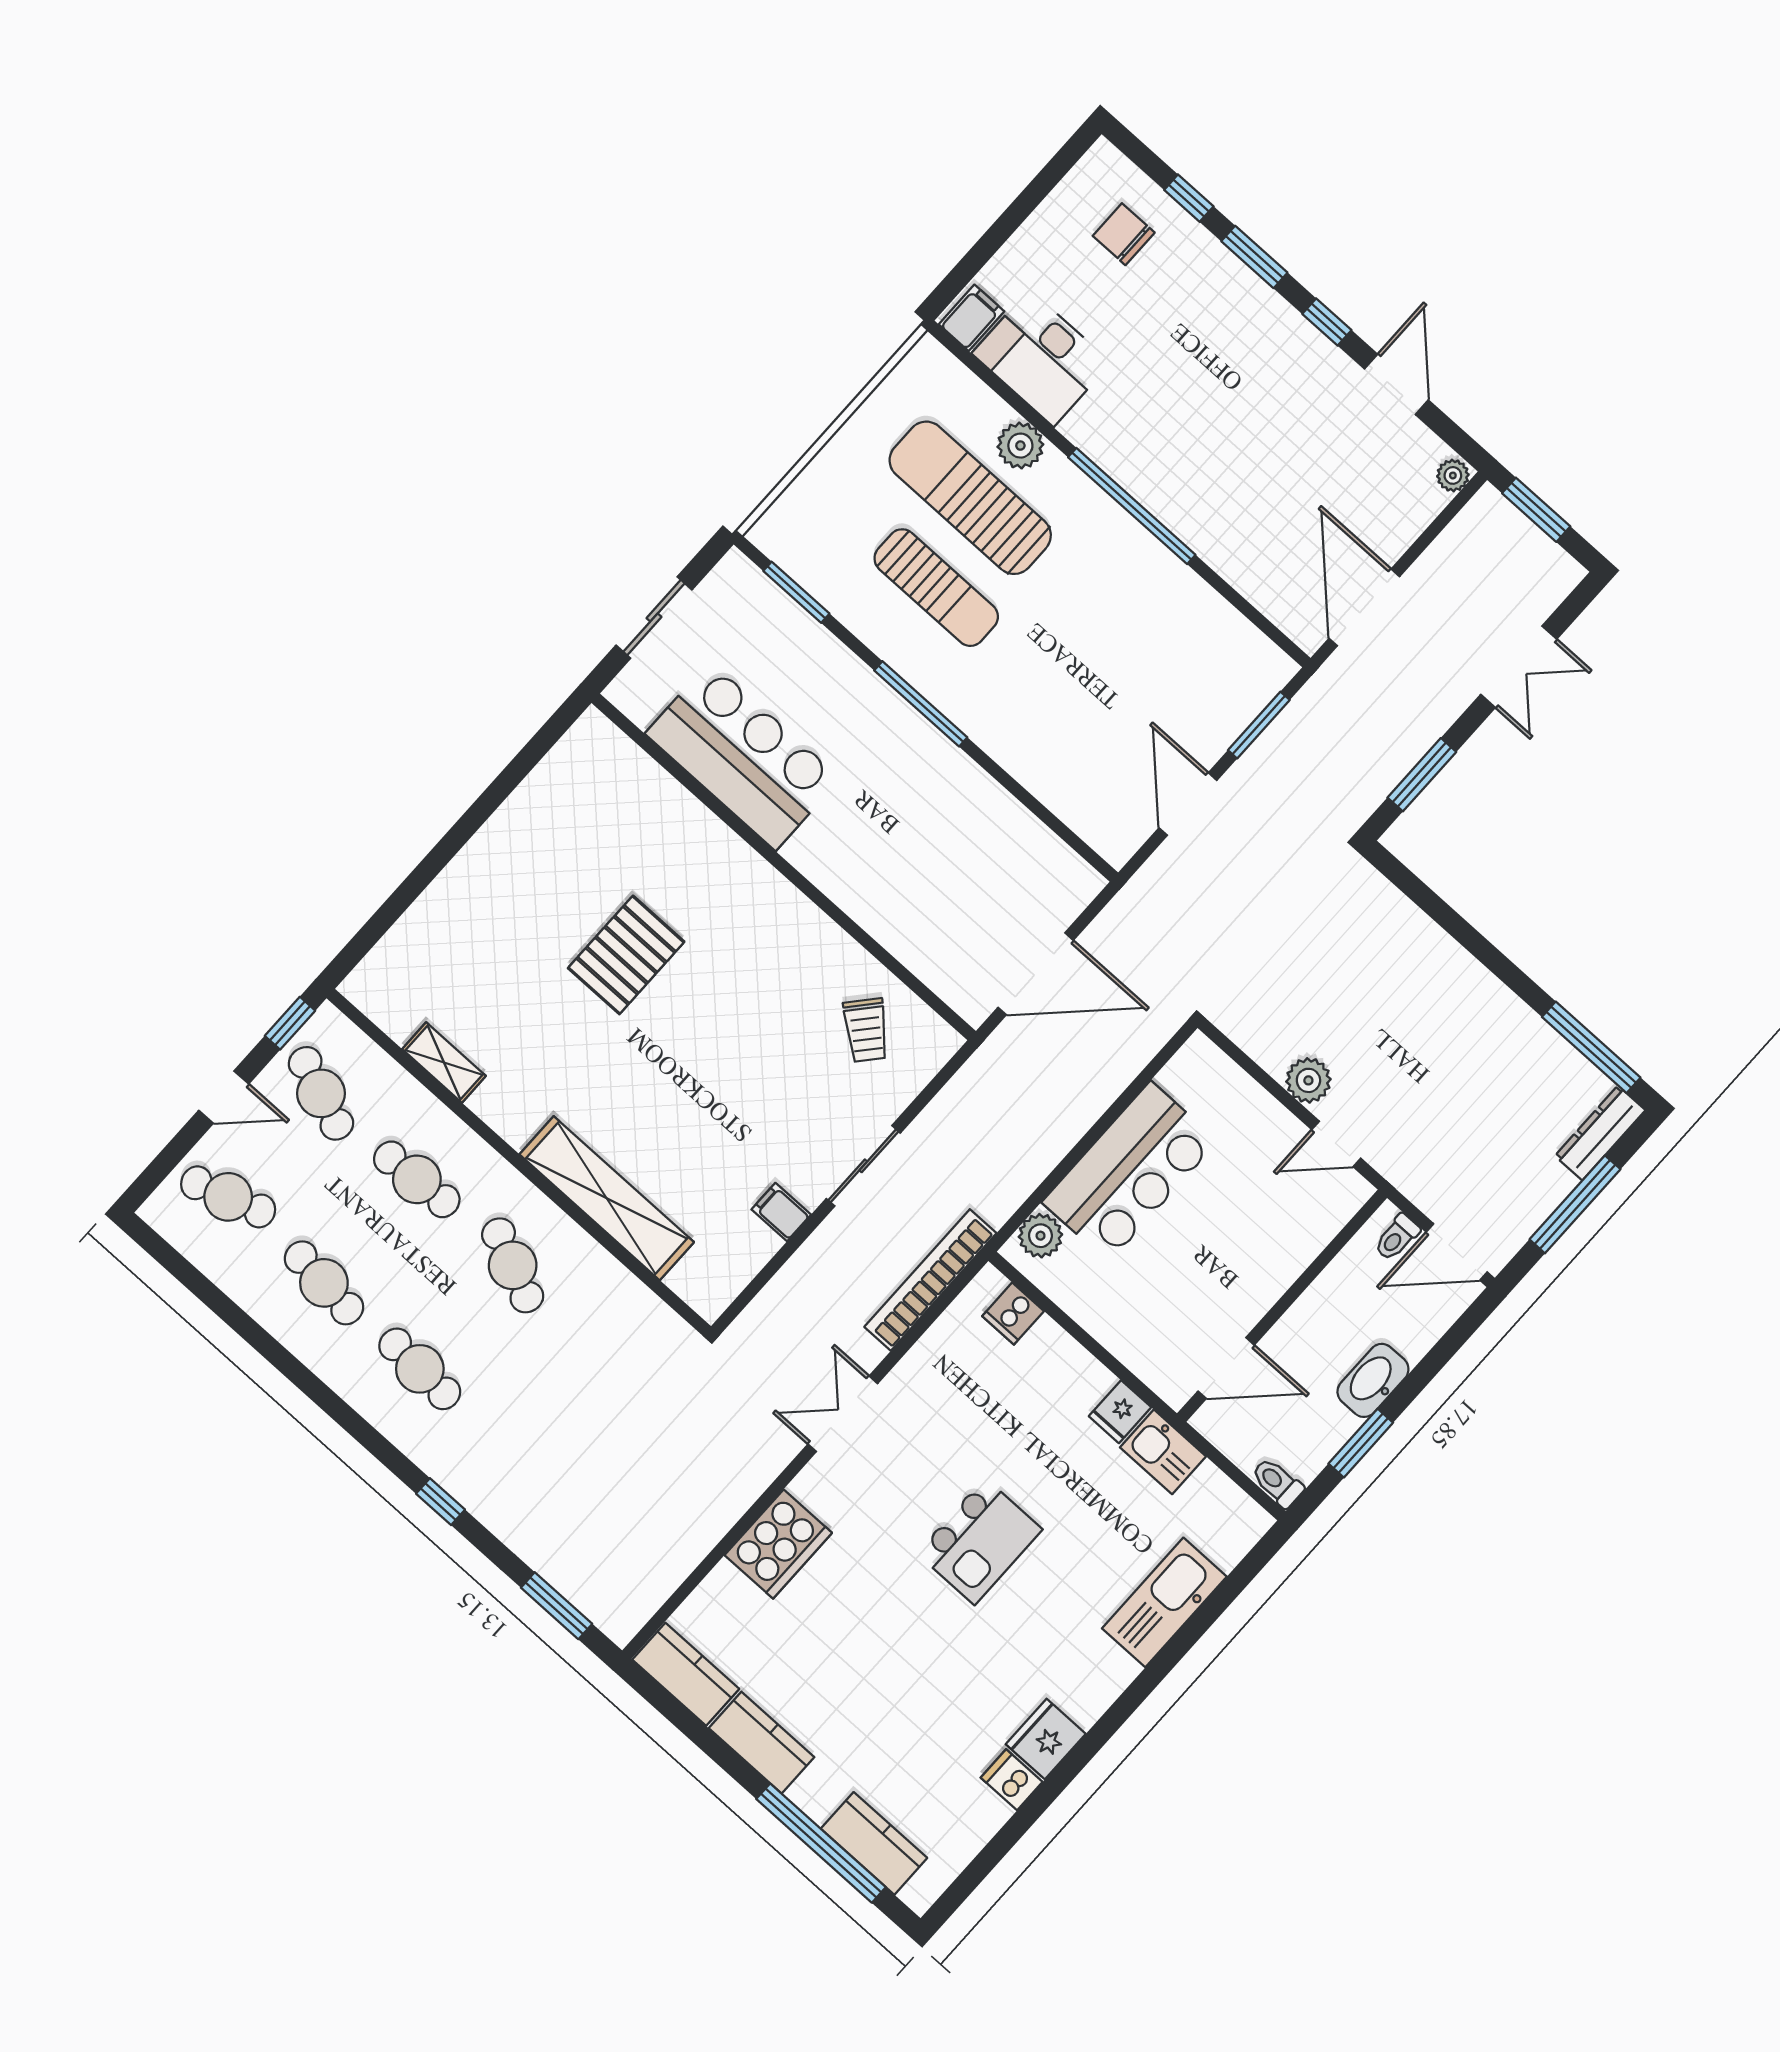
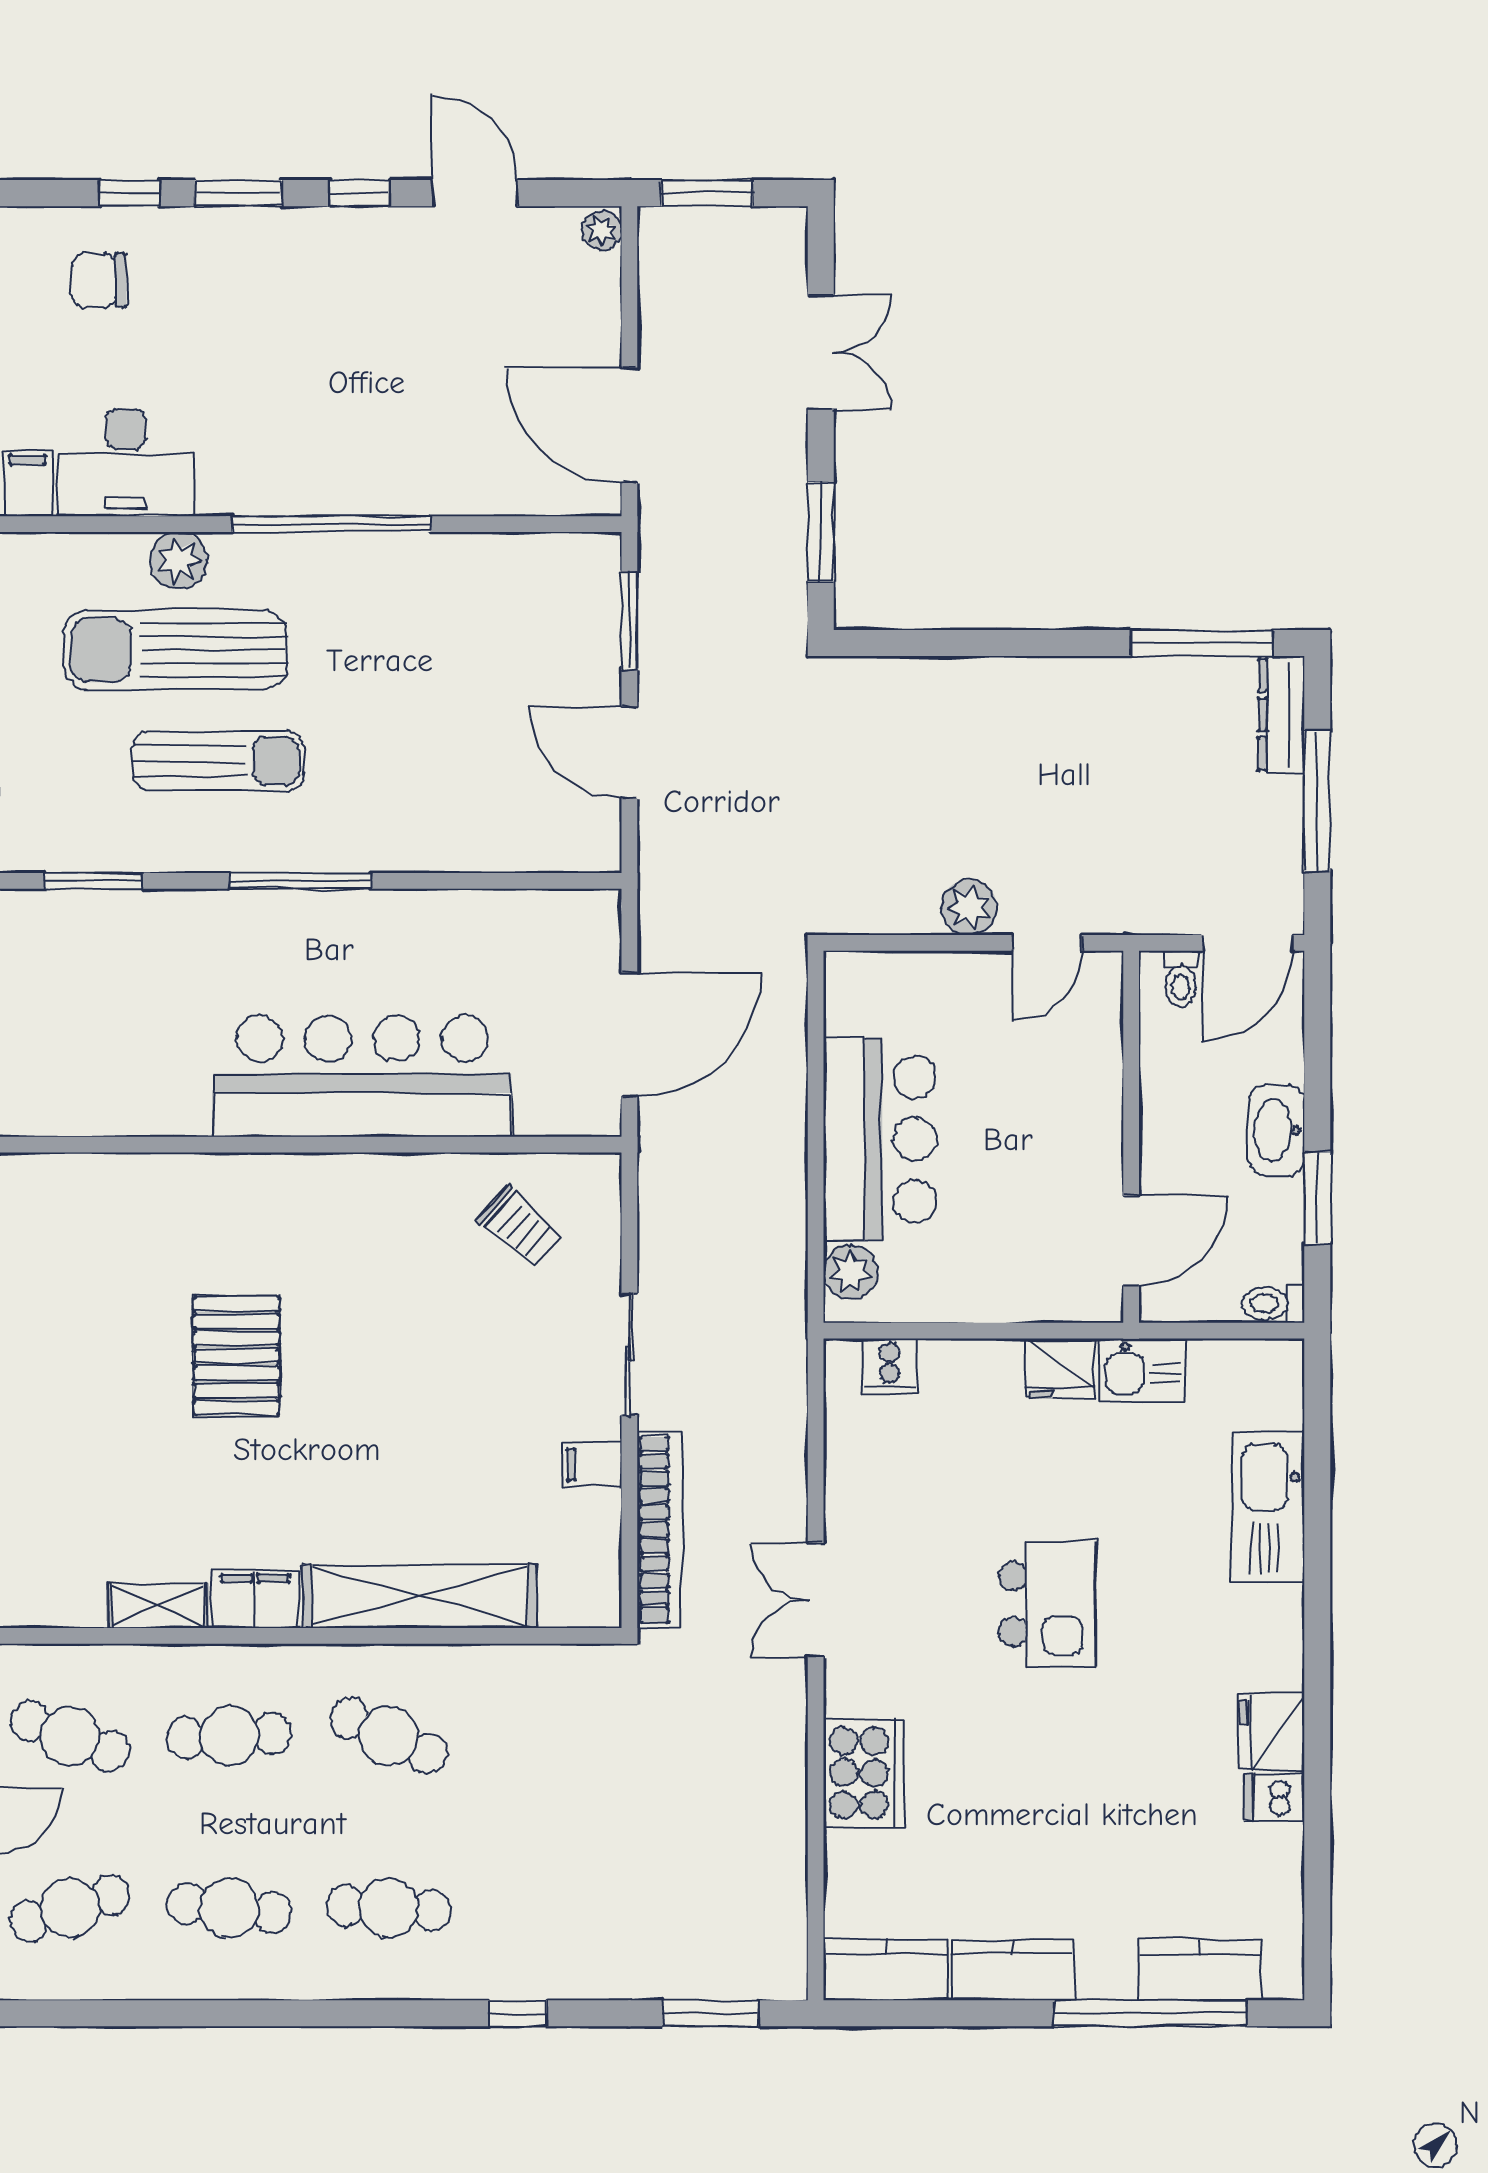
bar counter: (743, 756) -> (362, 1076), moved, width x1.36
filing cabinet: (506, 1111) -> (255, 1599), added
bookcase: (930, 1280) -> (659, 1530), moved, turned 180
fridge: (1120, 1412) -> (1060, 1368), width x1.38

